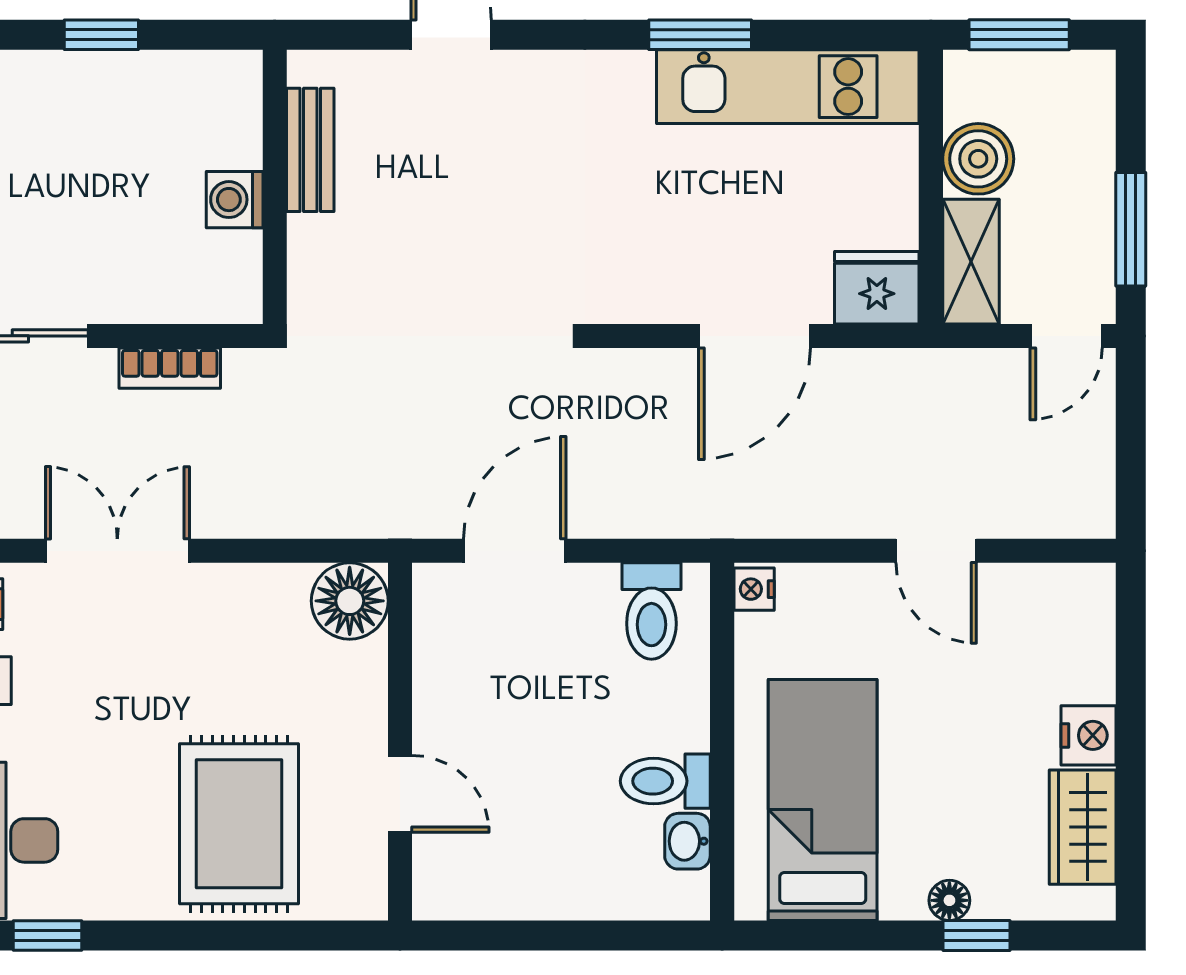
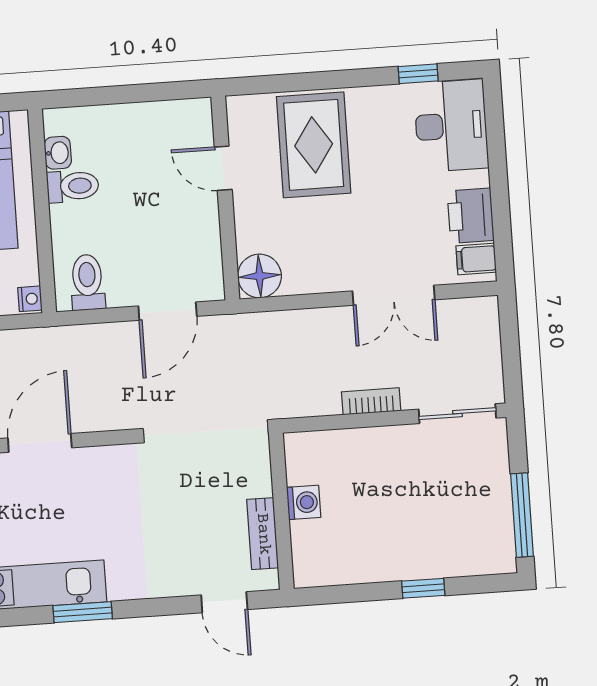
bench: (310, 150) -> (263, 534), moved
wall: (275, 187) -> (281, 511), moved
washing machine: (235, 200) -> (304, 502), moved

